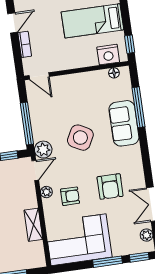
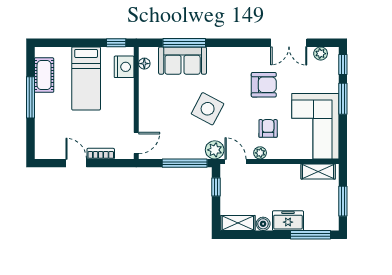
sofa: (124, 123) -> (183, 61), moved
shelving: (33, 225) -> (318, 172), moved

